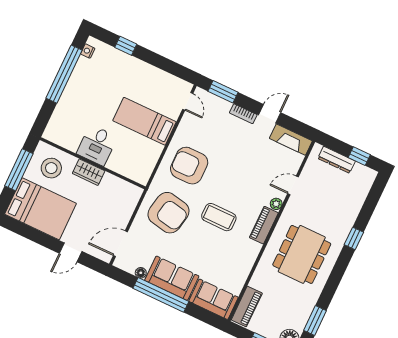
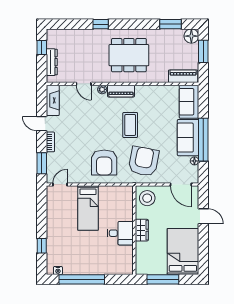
stool: (51, 168) -> (147, 198), moved

